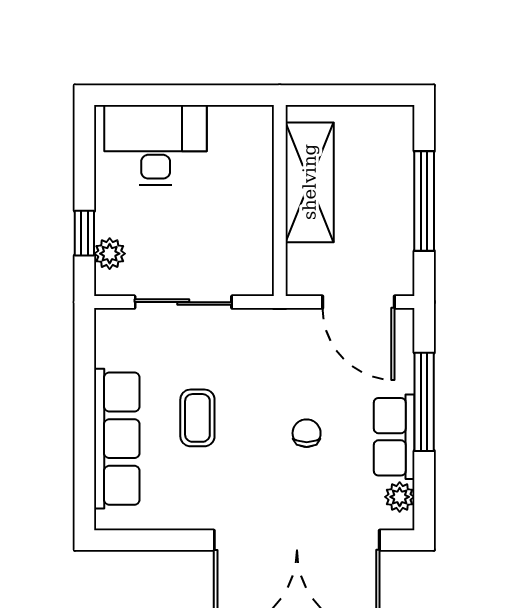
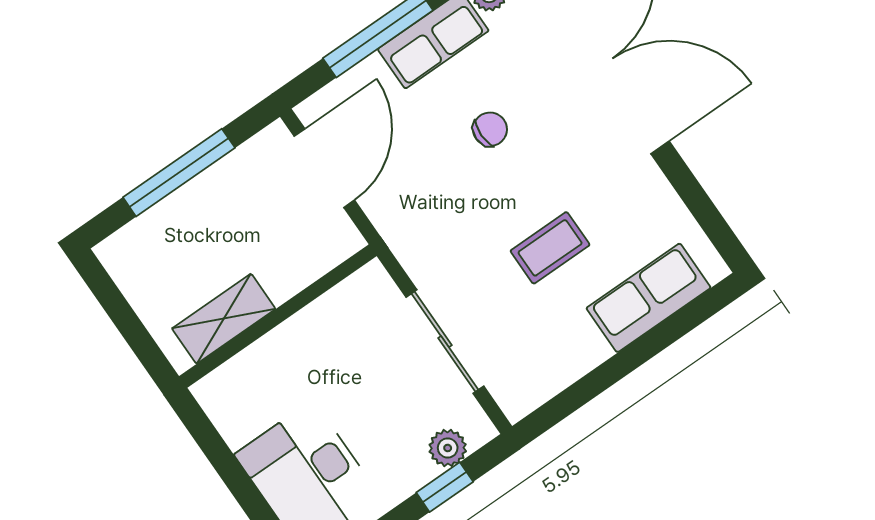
shelving: (310, 182) -> (224, 319), width x0.67, depth x0.75
chair: (307, 433) -> (490, 129), turned 180
row of seats: (117, 439) -> (649, 298), width x0.68

